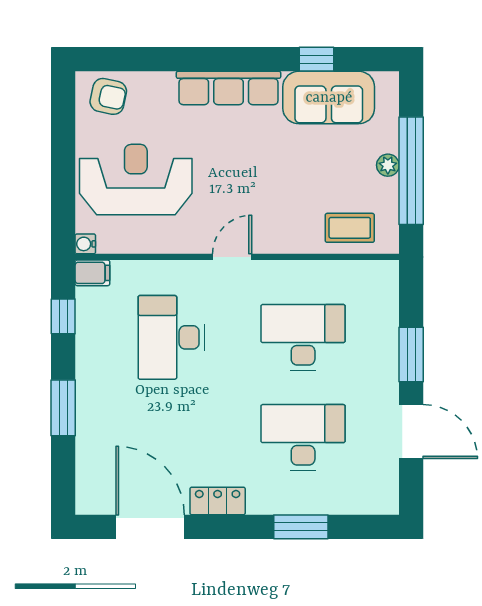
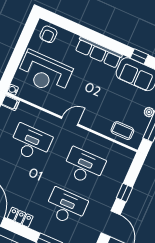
armchair: (108, 96) -> (48, 34), turned 78
reception desk: (136, 179) -> (45, 73), turned 180
desk: (171, 337) -> (31, 143), turned 90
window: (411, 354) -> (124, 193), width x0.67

